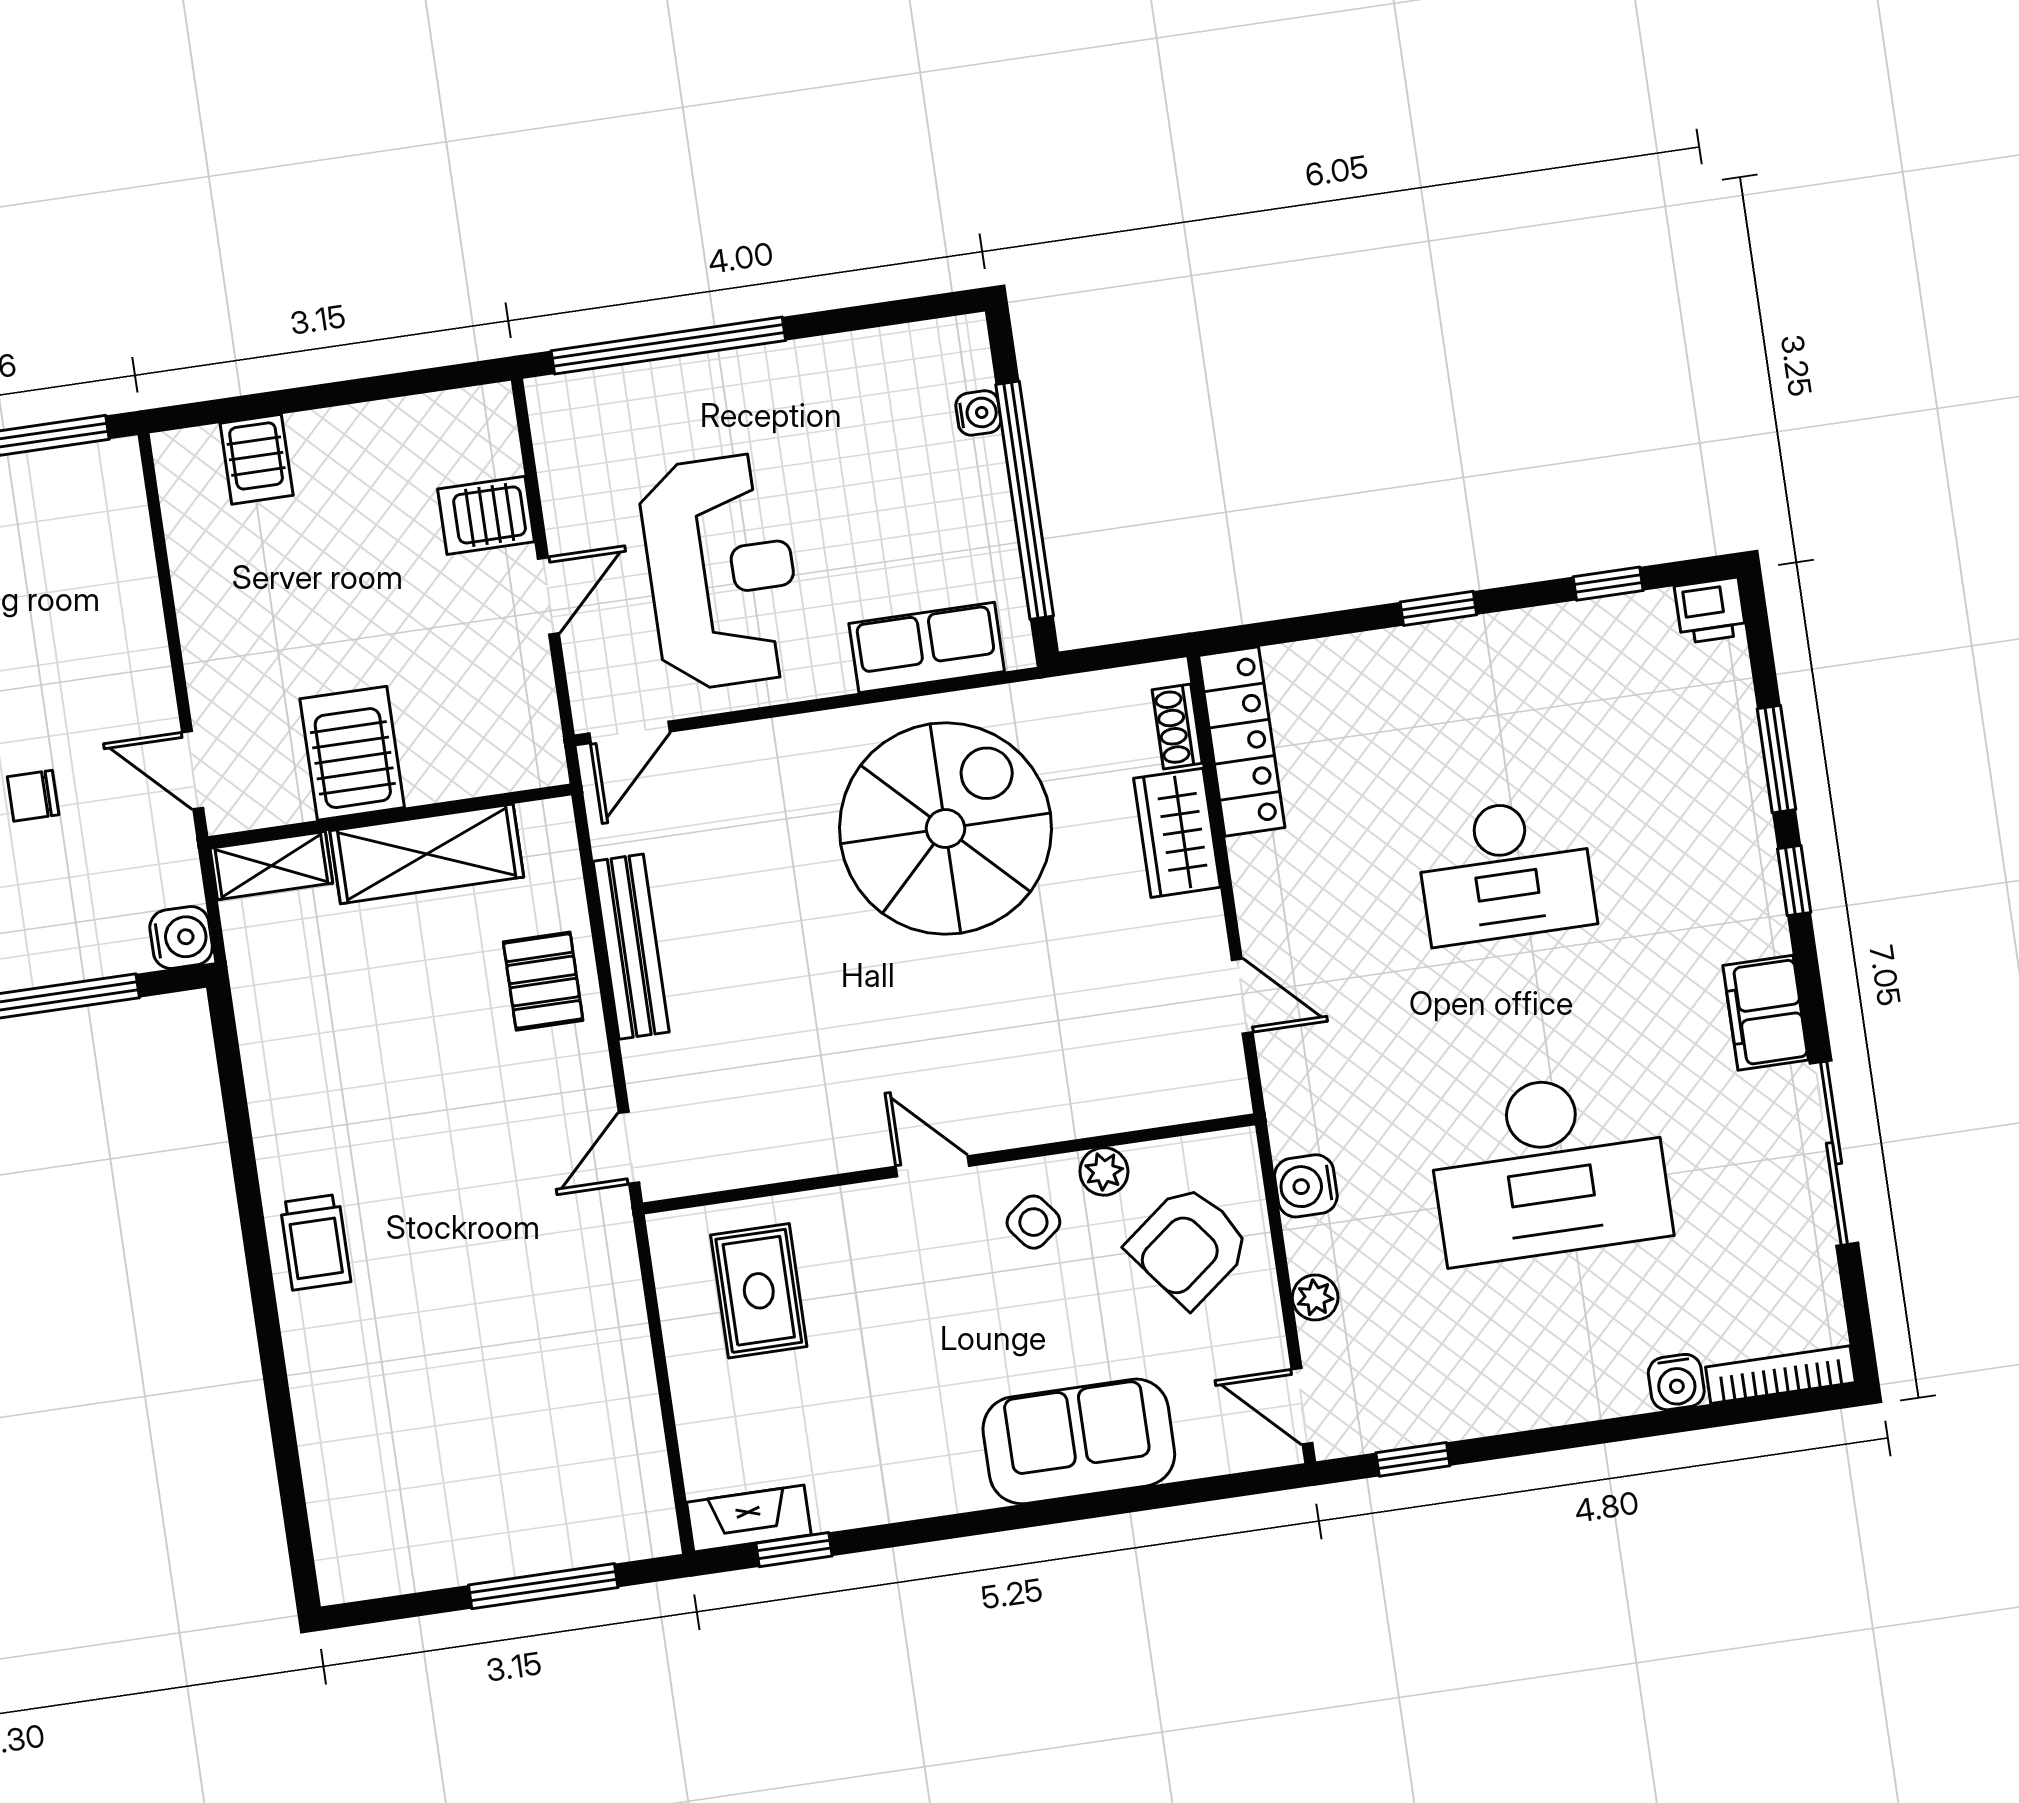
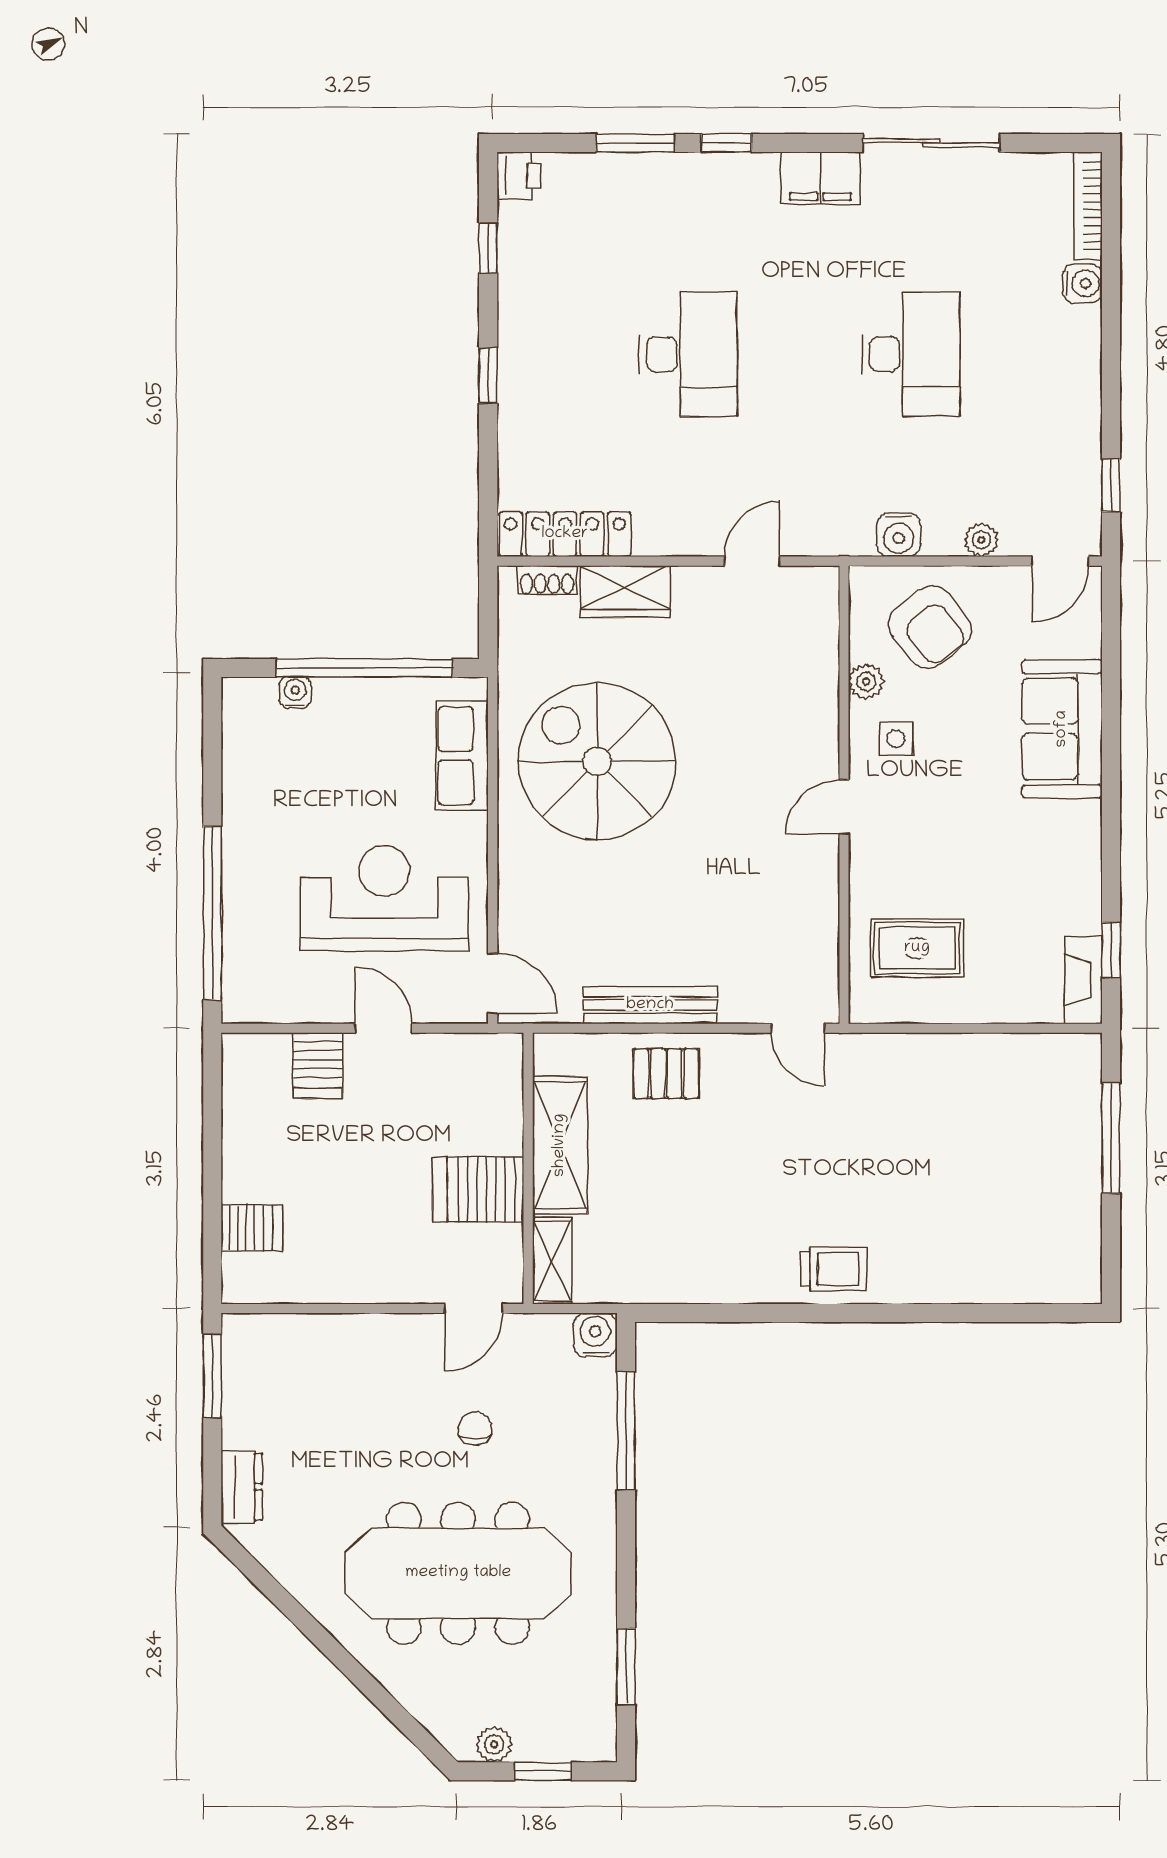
chair: (33, 796) -> (475, 1429), turned 180
desk: (1549, 1167) -> (911, 354), width x0.73, depth x0.77
side table: (1033, 1222) -> (896, 739), turned 38

